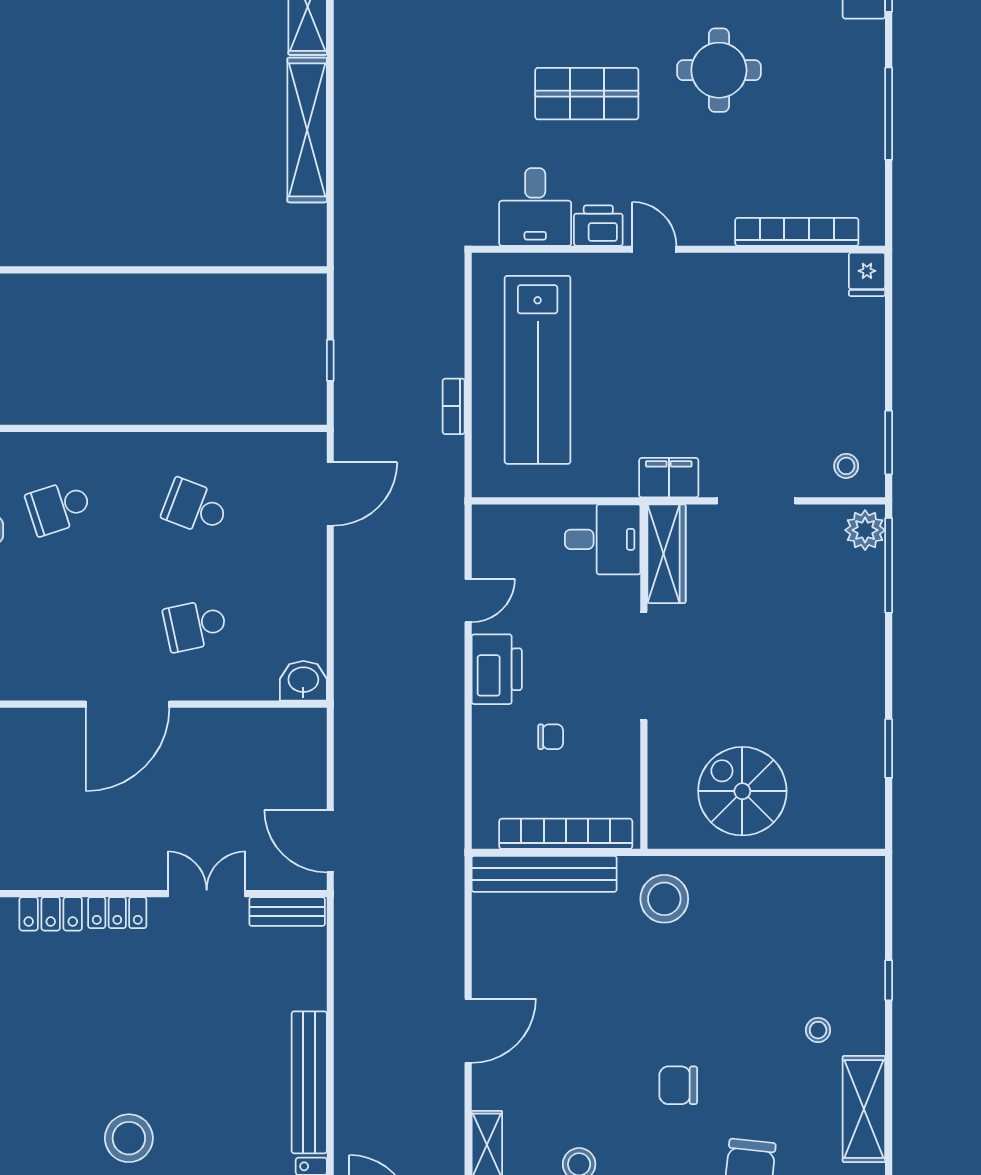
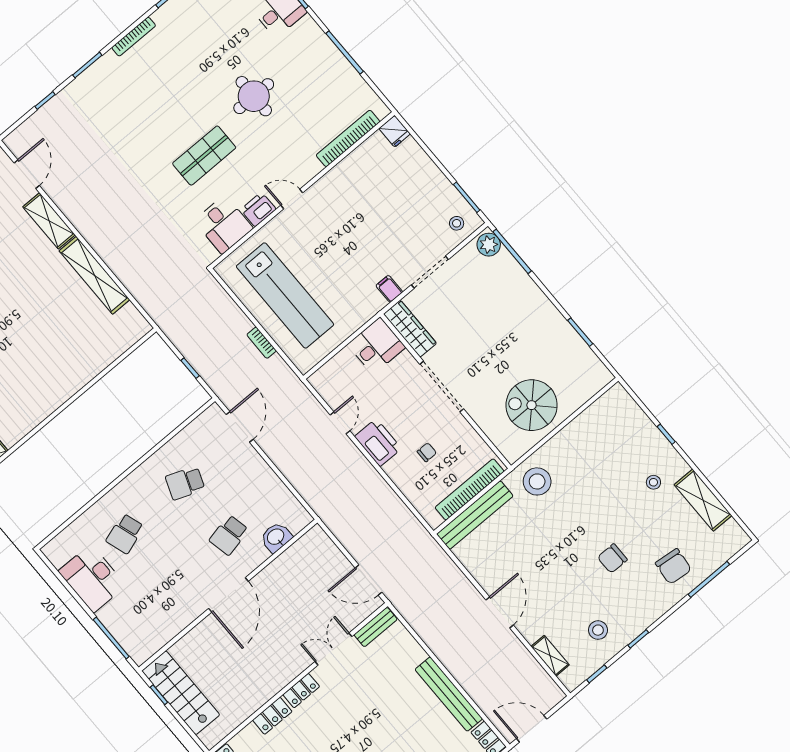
filing cabinet: (669, 478) -> (389, 289), width x0.50
washbasin: (303, 681) -> (276, 537), moved

